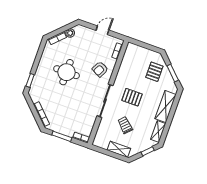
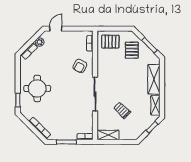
door: (102, 30) -> (56, 29), moved
round table: (67, 72) -> (37, 88), moved
pallet: (132, 97) -> (110, 42), moved
shelving: (119, 149) -> (108, 135), moved

